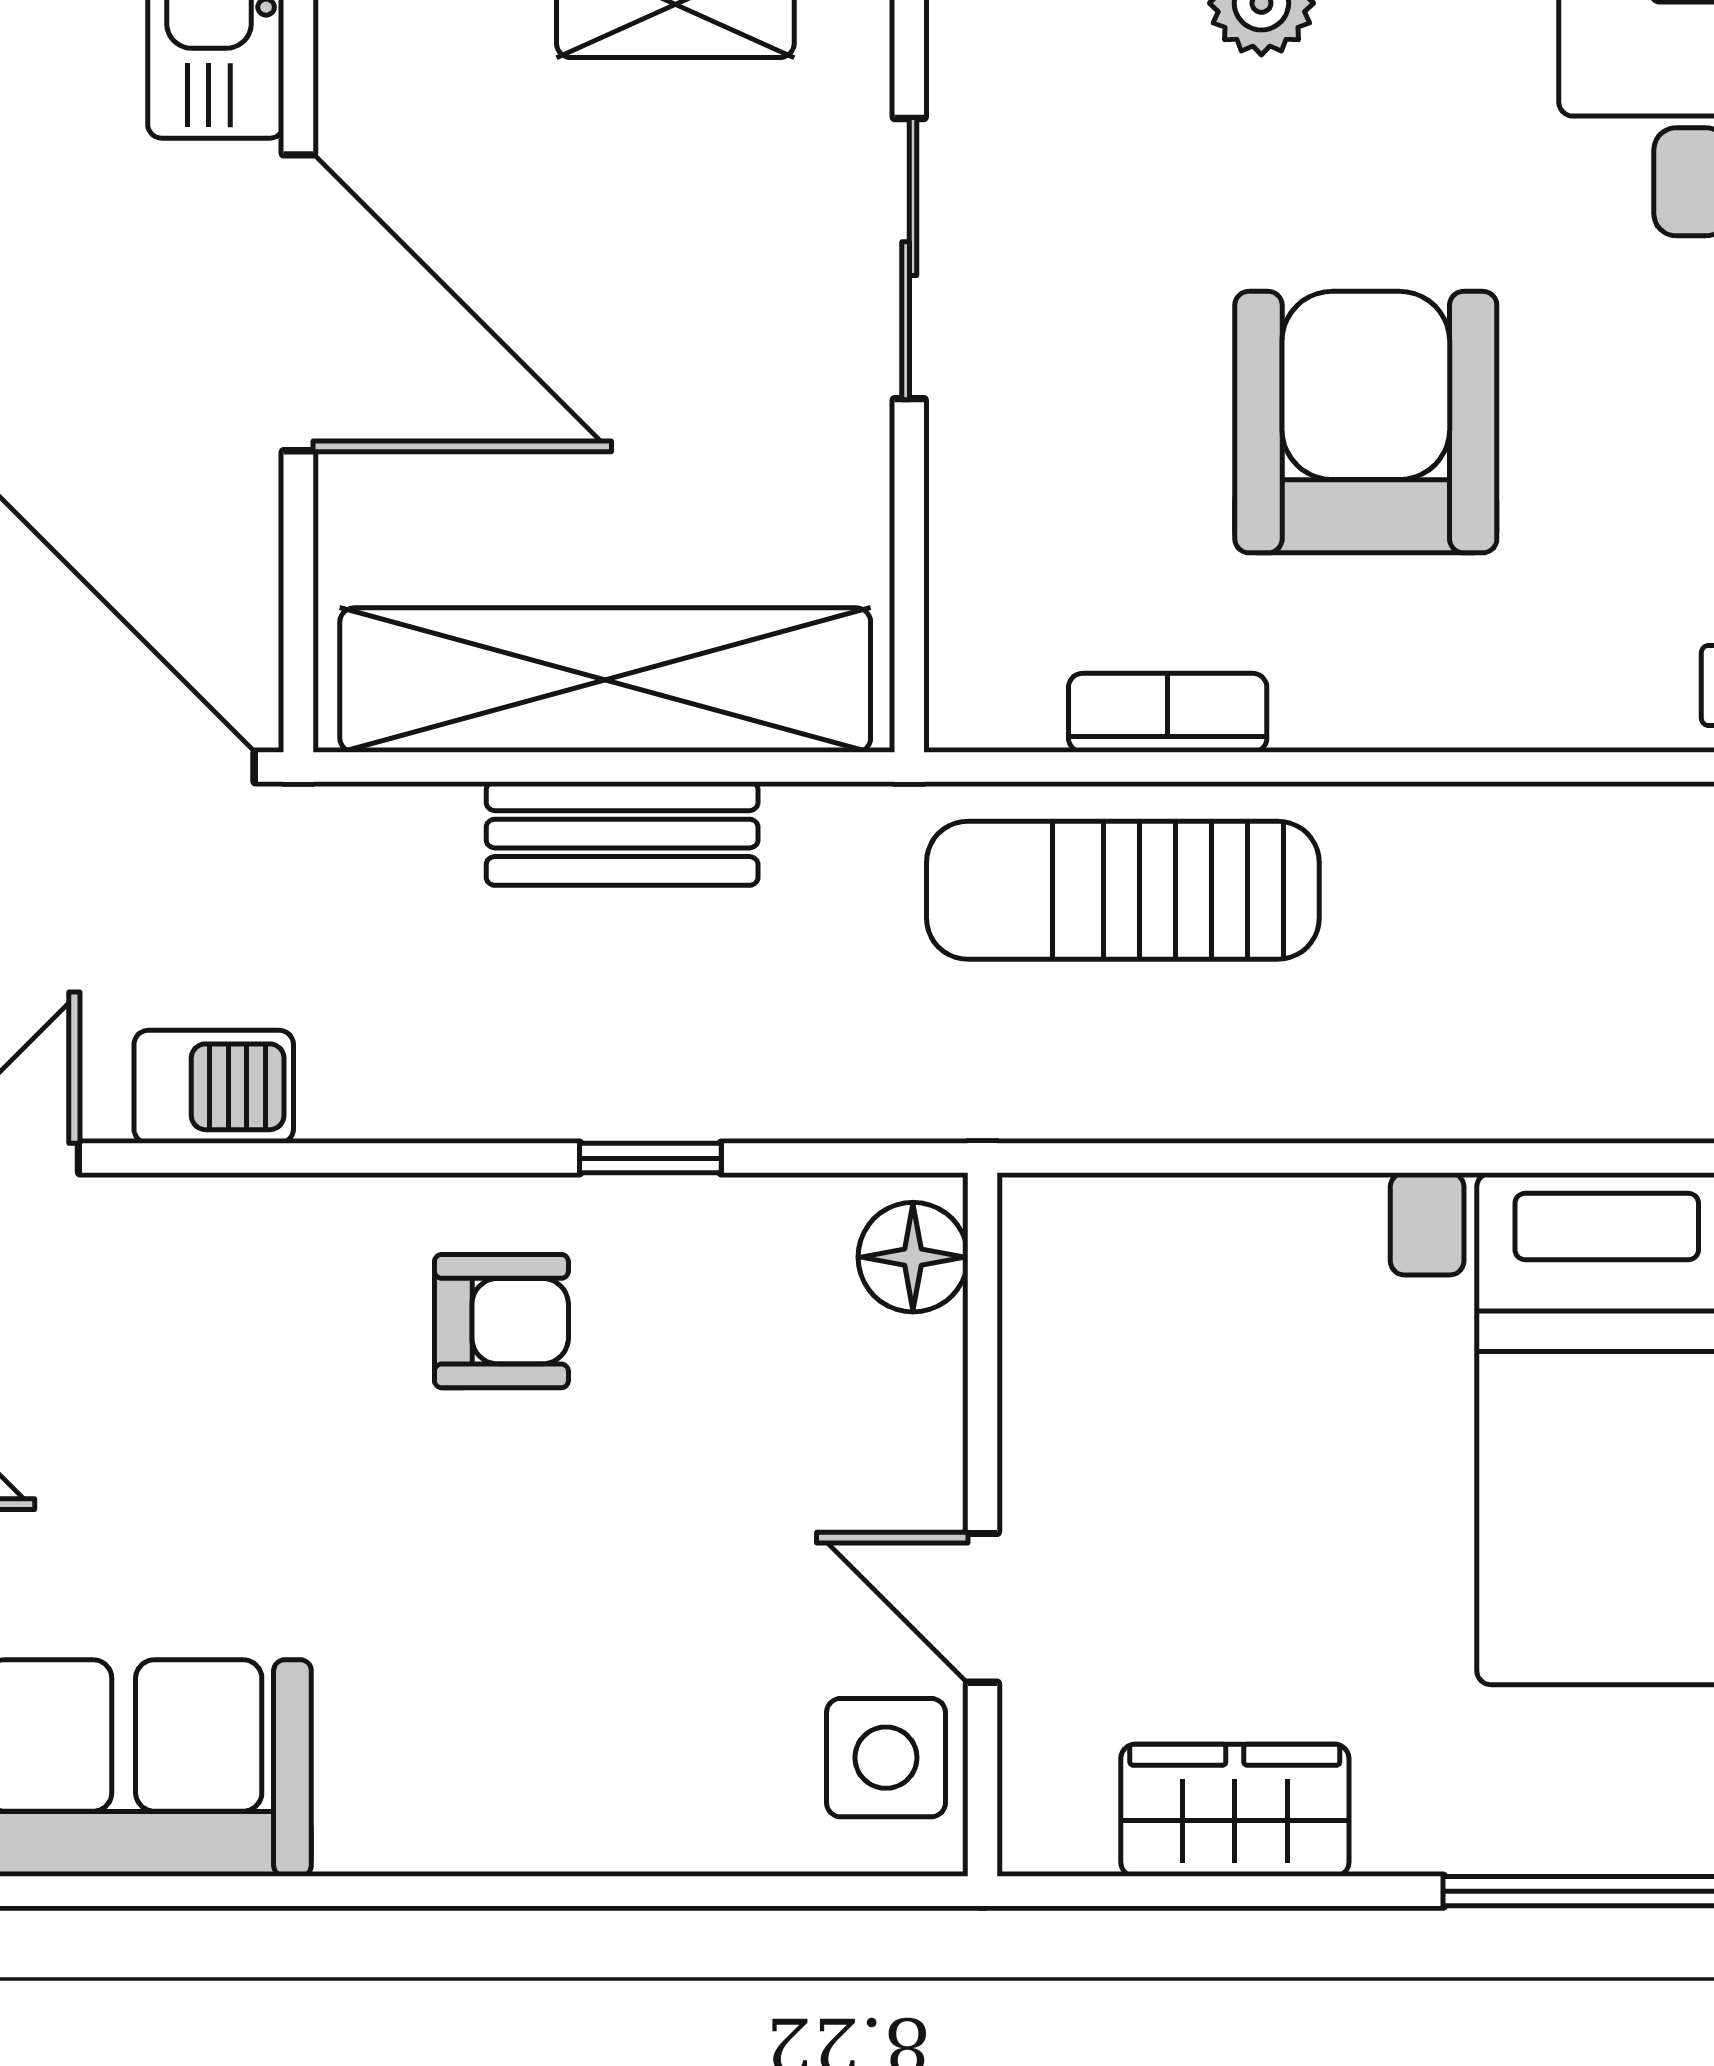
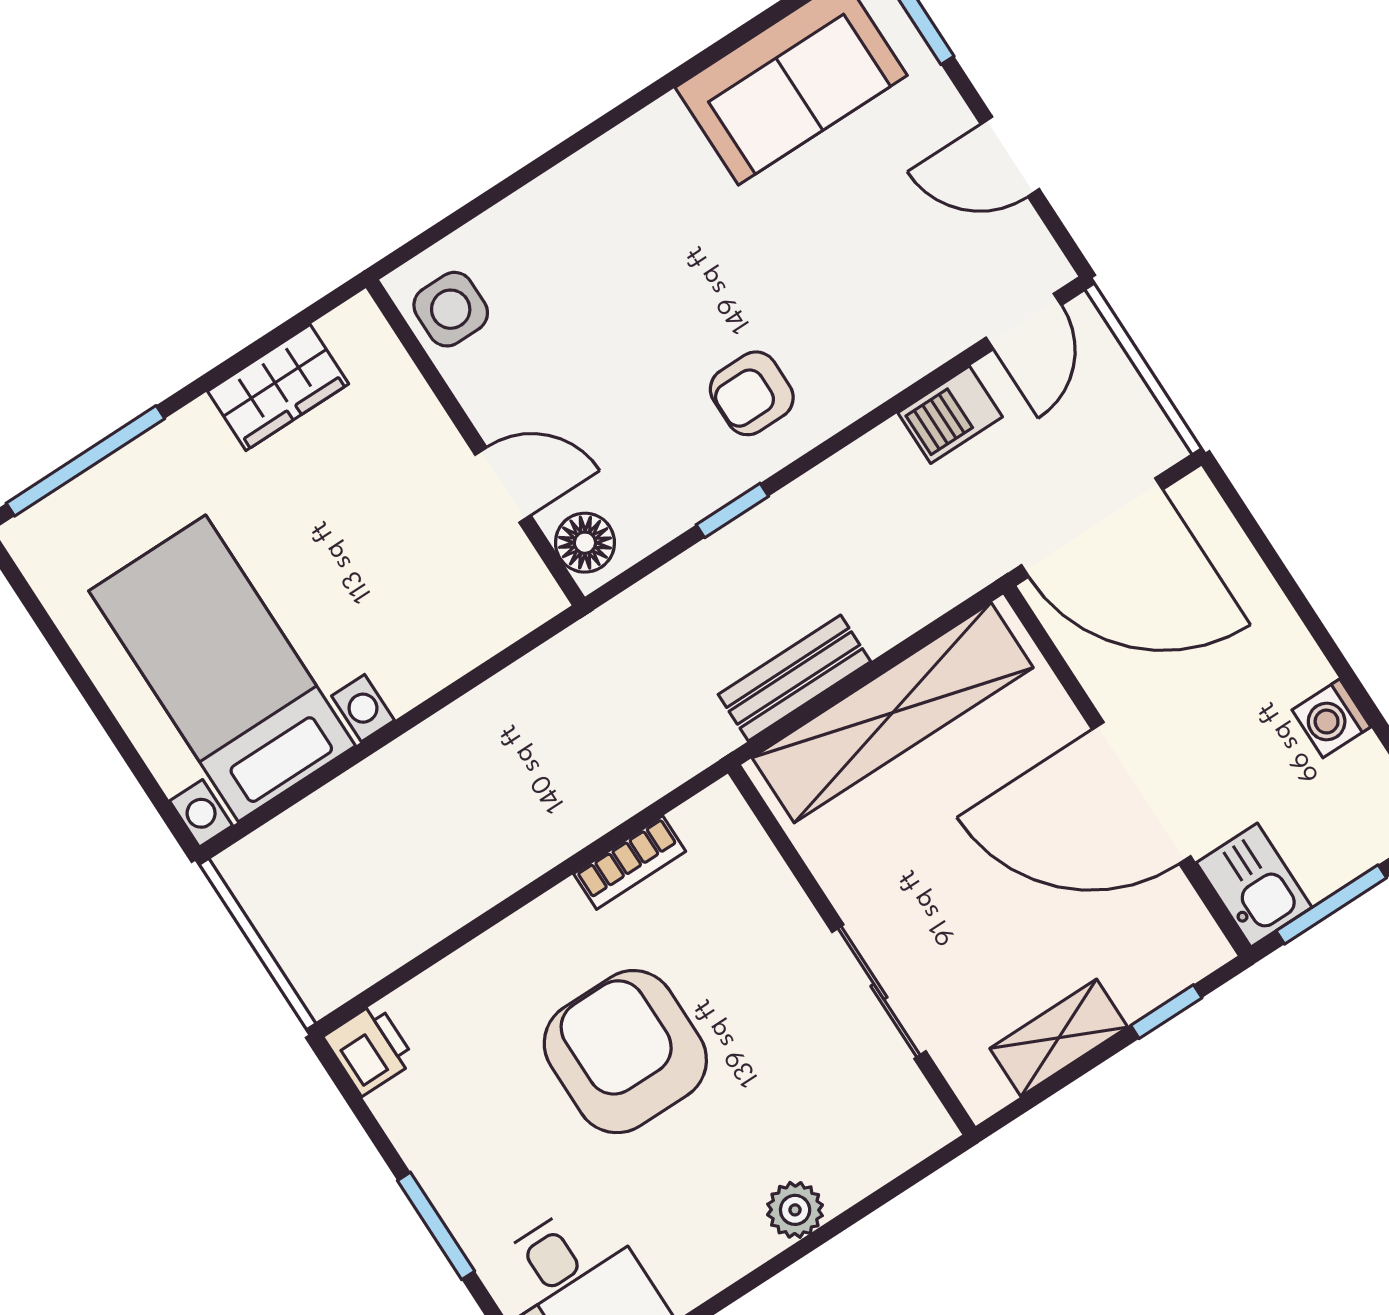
armchair: (1366, 422) -> (625, 1052), turned 180
bench: (622, 834) -> (794, 678), moved
sun lounger: (1123, 890) -> (598, 769), removed
door: (983, 1608) -> (503, 485), moved

